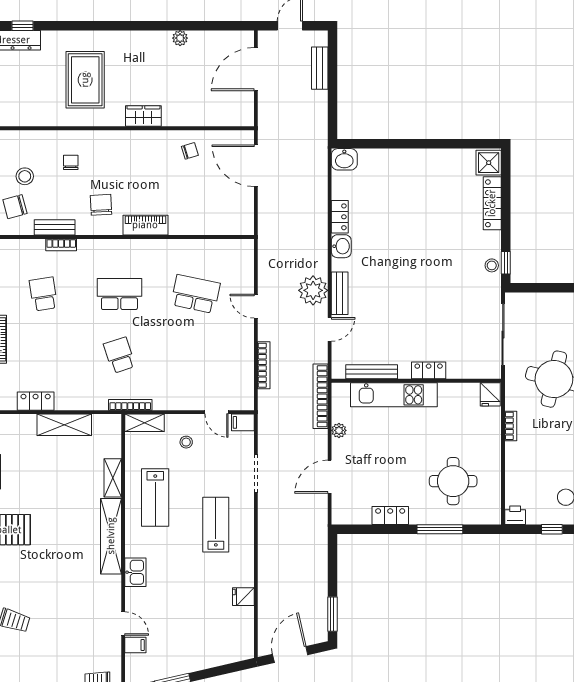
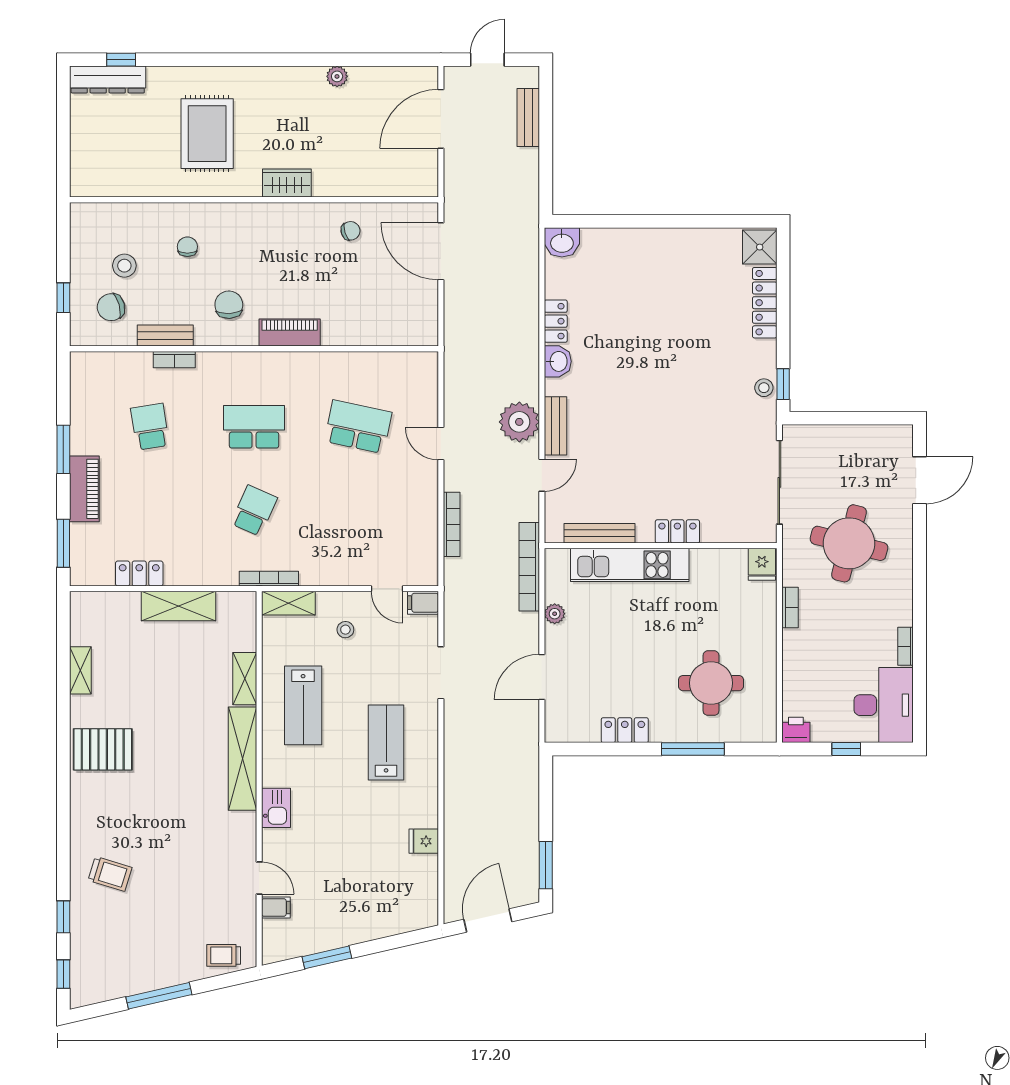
school desk: (119, 355) -> (254, 511), turned 42

